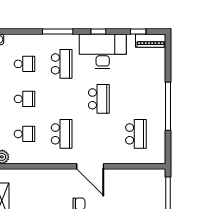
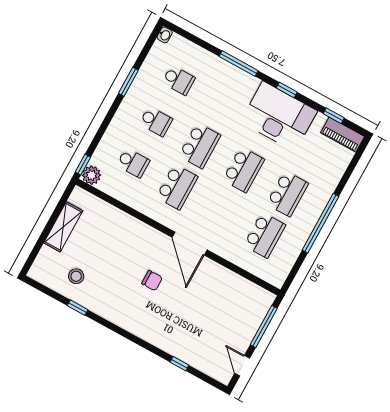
school desk: (62, 64) -> (200, 146), moved
school desk: (136, 99) -> (287, 194), added

